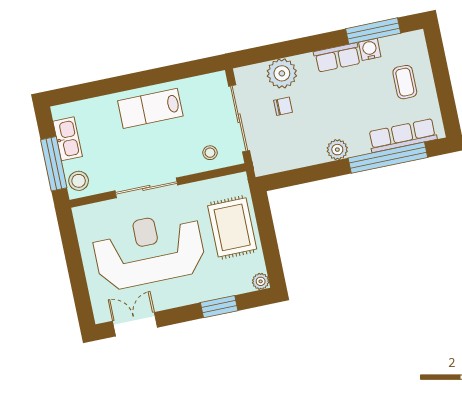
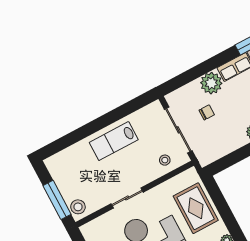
plant: (282, 73) -> (211, 83), moved
kitchen sink: (68, 139) -> (62, 179), removed
sliding door: (146, 188) -> (127, 198), width x0.73

